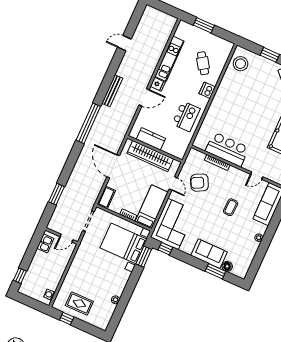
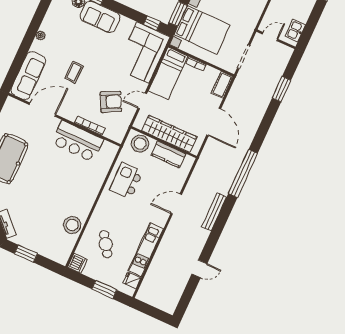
stool: (241, 64) -> (72, 225), moved
fridge: (158, 84) -> (132, 280), moved
dishwasher: (207, 90) -> (77, 263), moved
stool: (175, 148) -> (140, 144), added
door: (257, 176) -> (43, 110), width x1.88
door: (173, 183) -> (142, 101), hinge flipped

